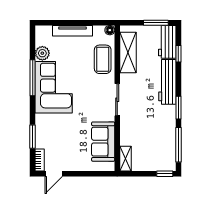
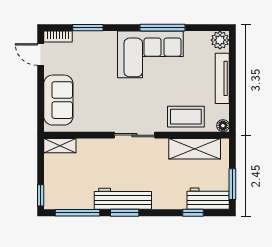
plant: (42, 53) -> (220, 40), moved
workbench: (167, 82) -> (123, 199), moved
sofa: (103, 142) -> (58, 100), moved, turned 90

